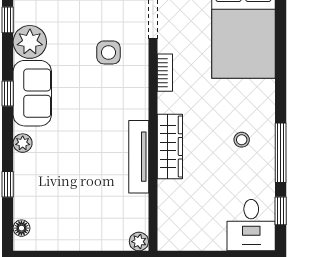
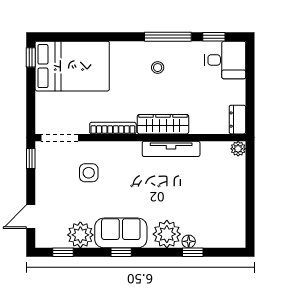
bookcase: (165, 73) -> (113, 128), width x1.56
plant: (23, 143) -> (167, 234), width x1.88, depth x1.88
floor lamp: (21, 228) -> (189, 241), moved
dresser: (176, 241) -> (237, 120), added

